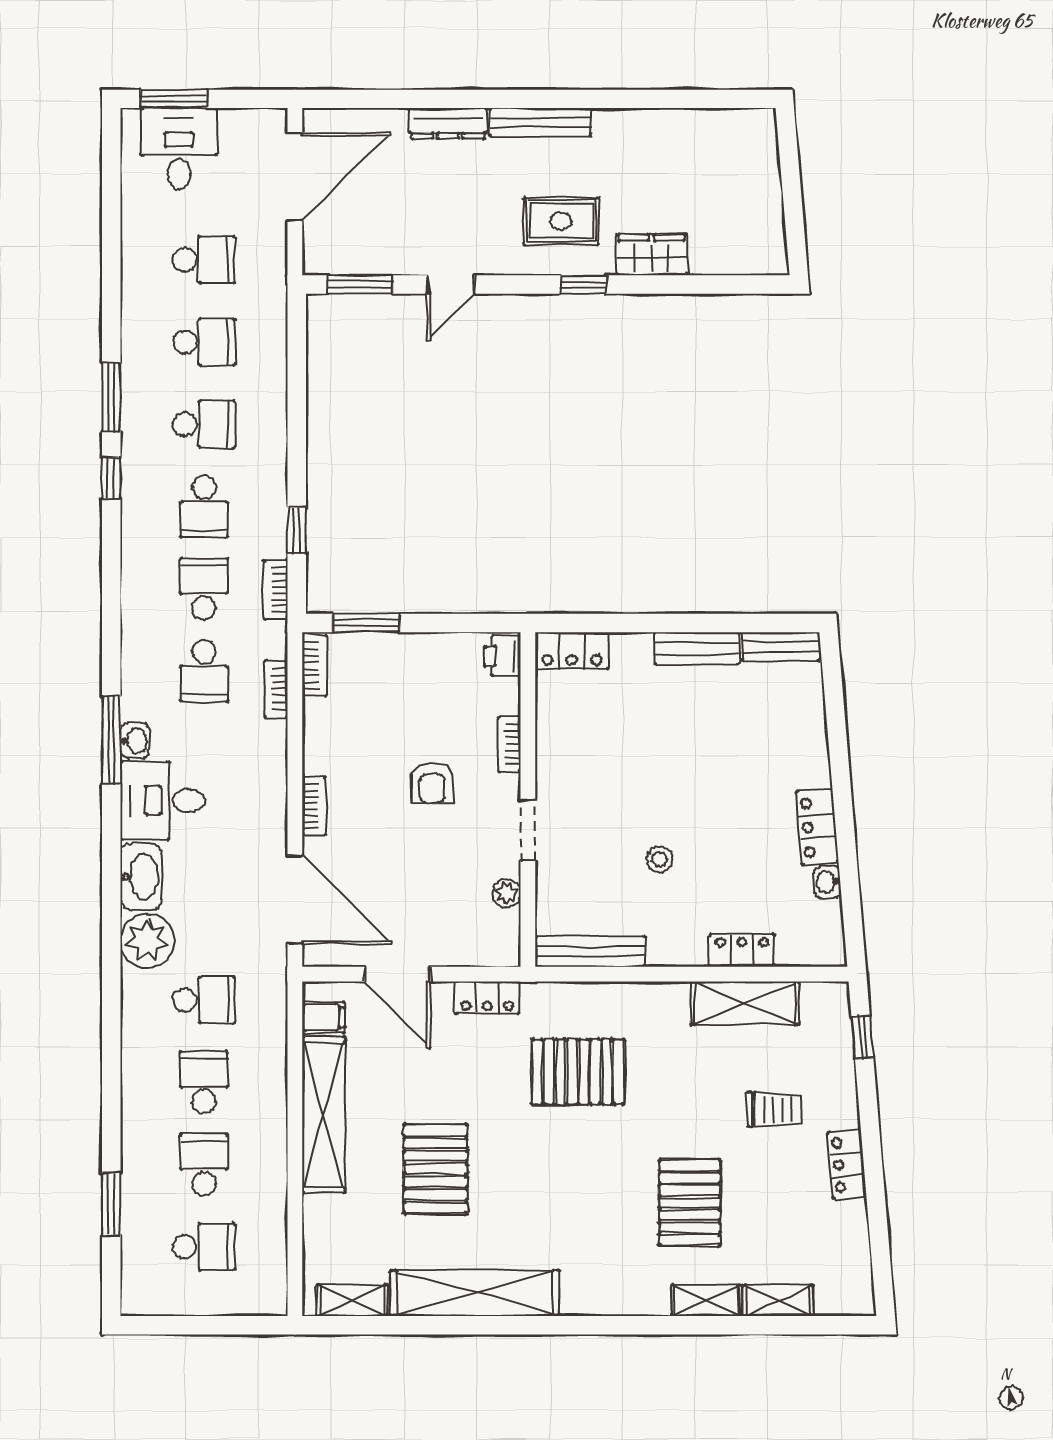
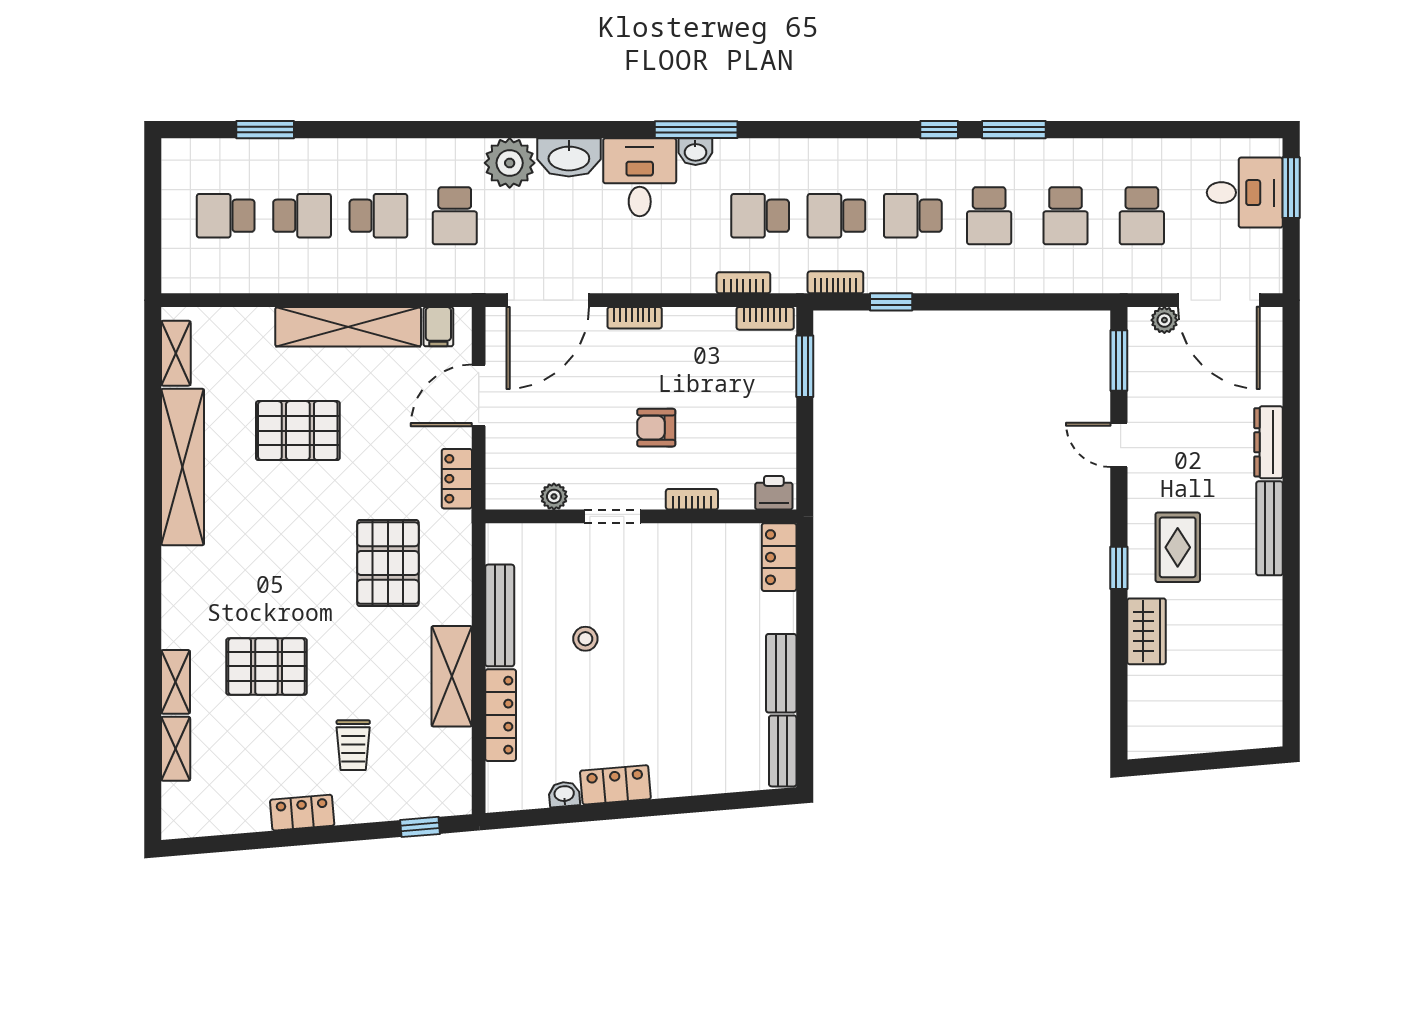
plant: (316, 235) -> (1164, 320), added
school desk: (204, 589) -> (836, 216), turned 180
locker: (742, 950) -> (501, 715), width x1.53
bench: (590, 951) -> (500, 615), moved
shelving: (745, 1003) -> (452, 676), moved
school desk: (204, 1247) -> (226, 216), turned 90

